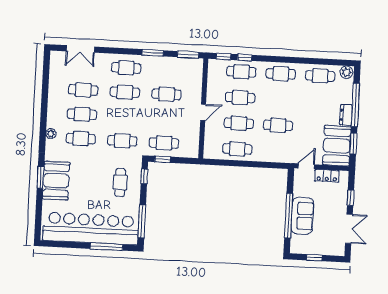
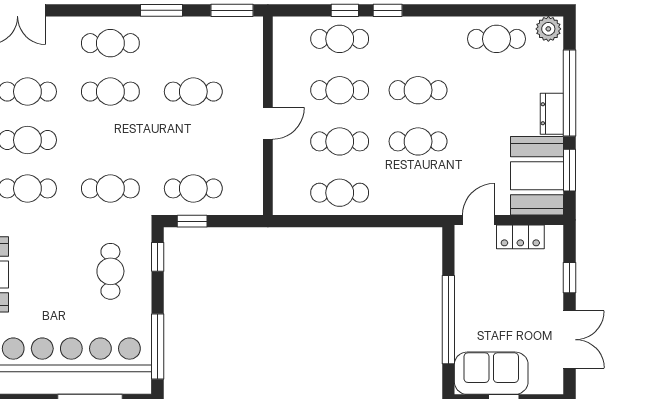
window: (224, 56) -> (388, 10), moved
cafe table: (281, 74) -> (418, 90), moved
sofa: (302, 216) -> (491, 373), moved, turned -90

